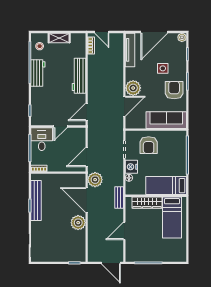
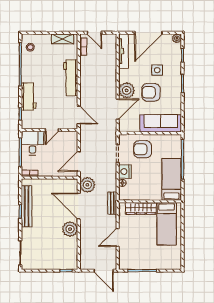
shelving: (59, 38) -> (63, 39), moved
workbench: (38, 73) -> (29, 97), moved
armchair: (174, 90) -> (151, 92), moved, turned -90
door: (87, 112) -> (79, 115), swing flipped
armchair: (149, 145) -> (143, 149), turned 90
bed: (166, 186) -> (171, 179), moved, turned 90

